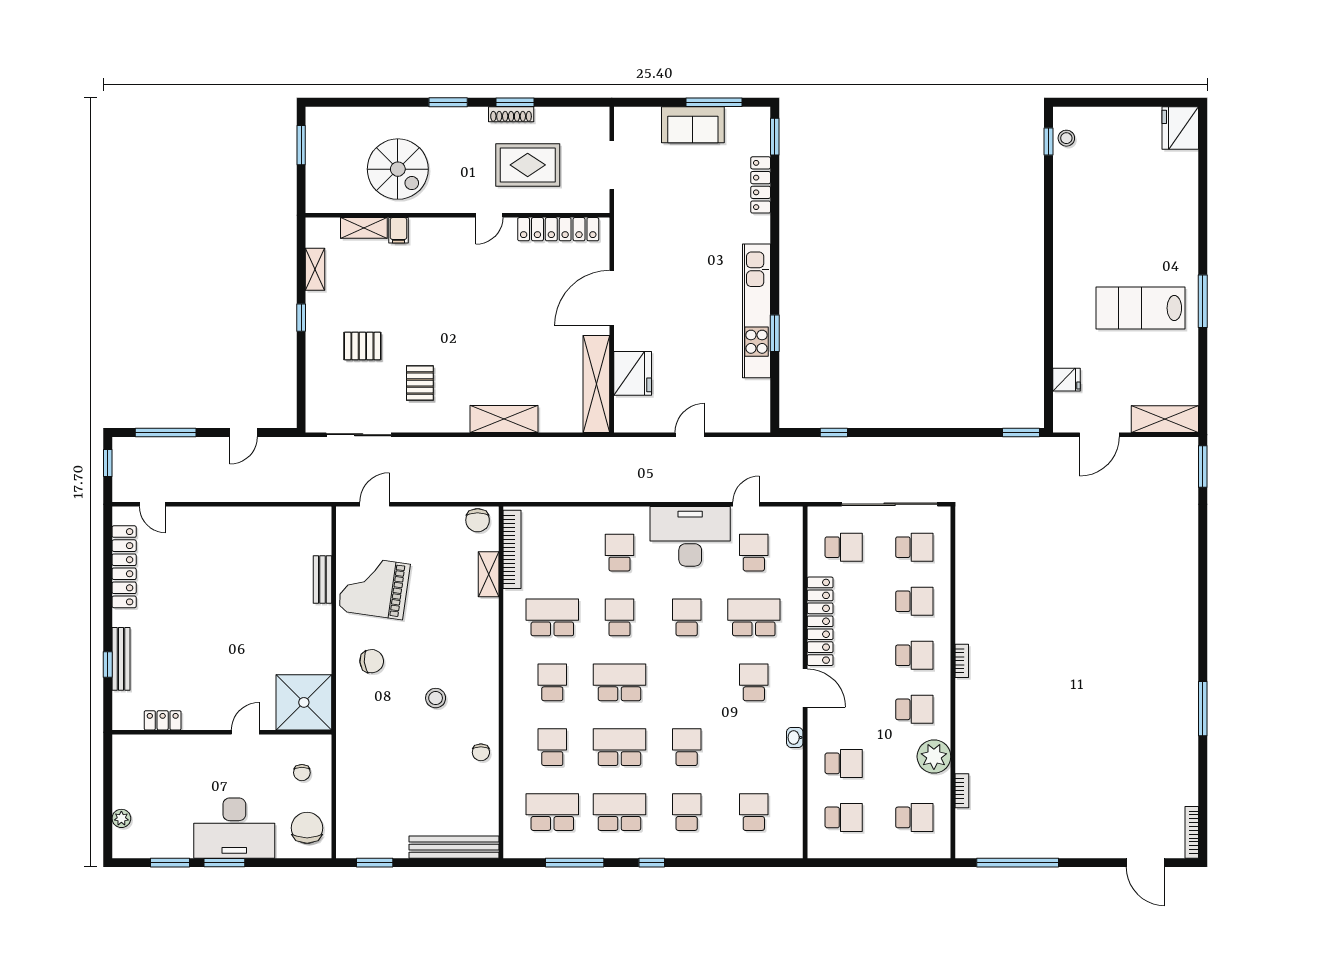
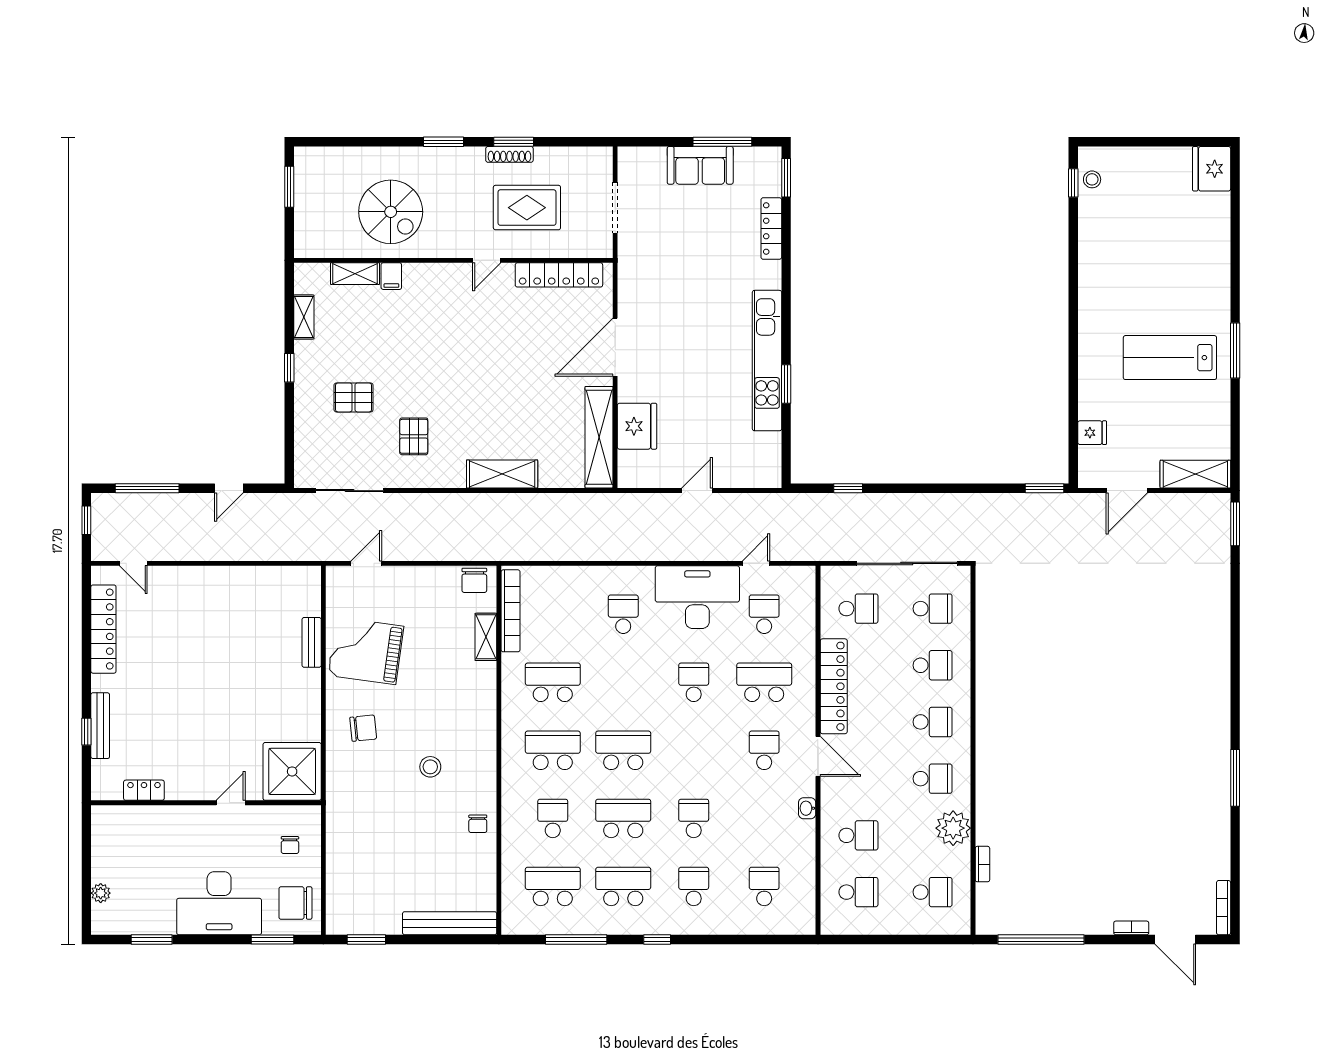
school desk: (619, 617) -> (623, 682), removed
bookcase: (962, 661) -> (1131, 928), moved, turned -90
school desk: (552, 682) -> (553, 750), width x1.85
chair: (307, 828) -> (295, 903), turned -90
window: (224, 863) -> (272, 939), moved

